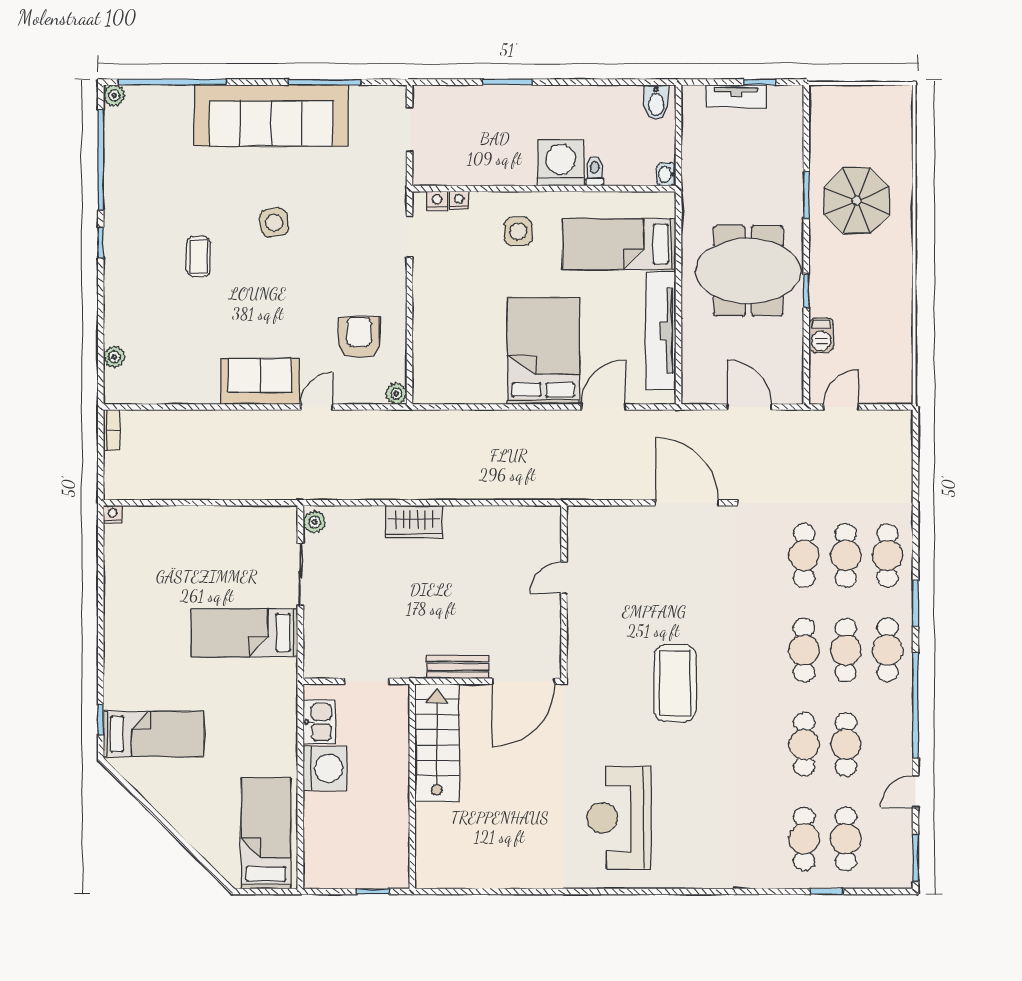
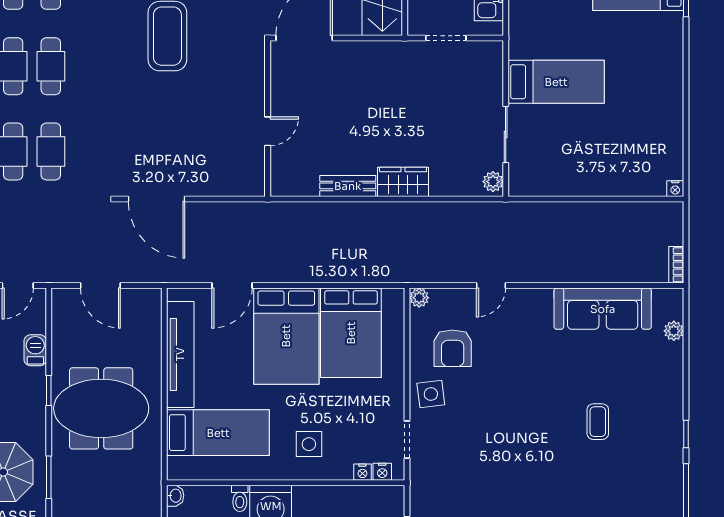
side table: (274, 223) -> (431, 394), moved
bed: (472, 355) -> (351, 333), added
sofa: (260, 381) -> (603, 309), moved, width x1.36
bench: (458, 667) -> (348, 186), moved

